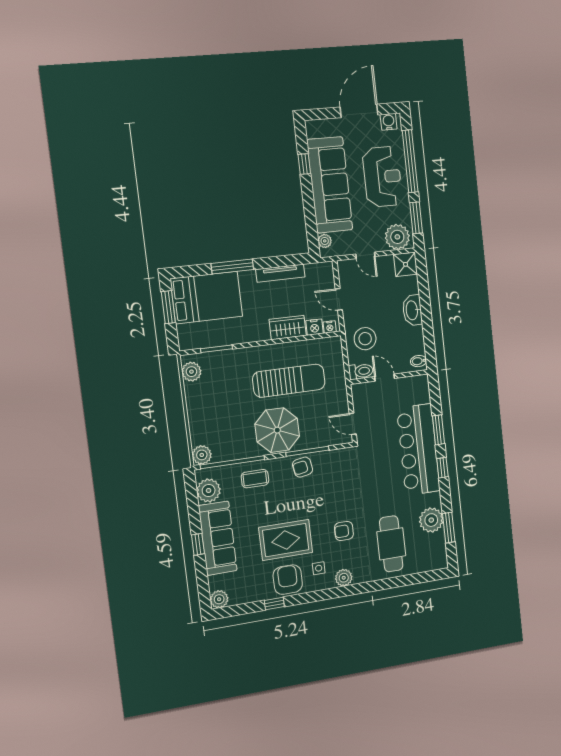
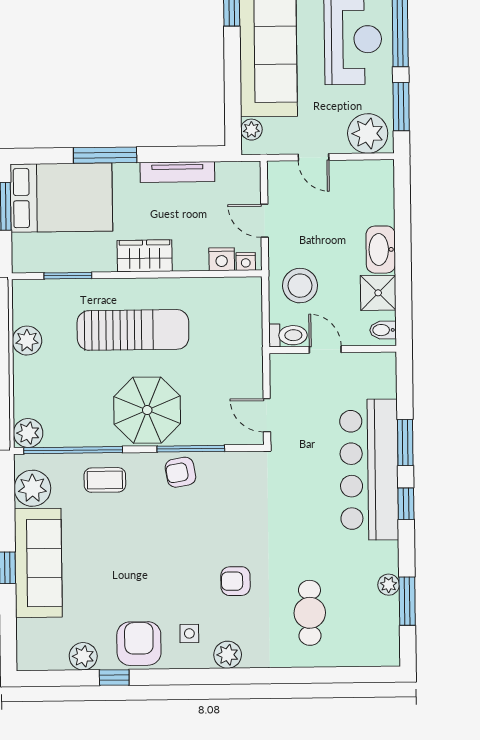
shower: (406, 264) -> (378, 293), moved
wardrobe: (288, 328) -> (145, 256), moved
plant: (191, 372) -> (27, 341), moved
sun lounger: (289, 381) -> (133, 330), moved
plant: (431, 520) -> (389, 585), width x0.53, depth x0.53
rug: (286, 540) -> (142, 581), removed
cafe table: (391, 544) -> (310, 613), width x0.73, depth x0.74
plant: (219, 599) -> (83, 656), moved

